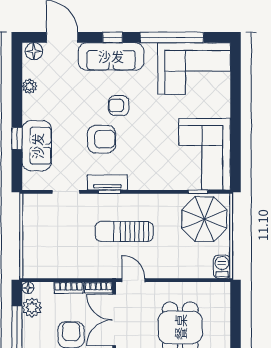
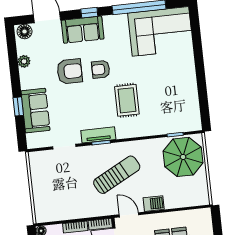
sofa: (111, 56) -> (83, 30), width x0.73
armchair: (101, 139) -> (70, 71), moved
rug: (146, 145) -> (127, 100), added
corner sofa: (205, 154) -> (177, 102), removed
sun lounger: (124, 232) -> (117, 175), turned 152
barbecue: (222, 267) -> (154, 204), moved, turned 90

